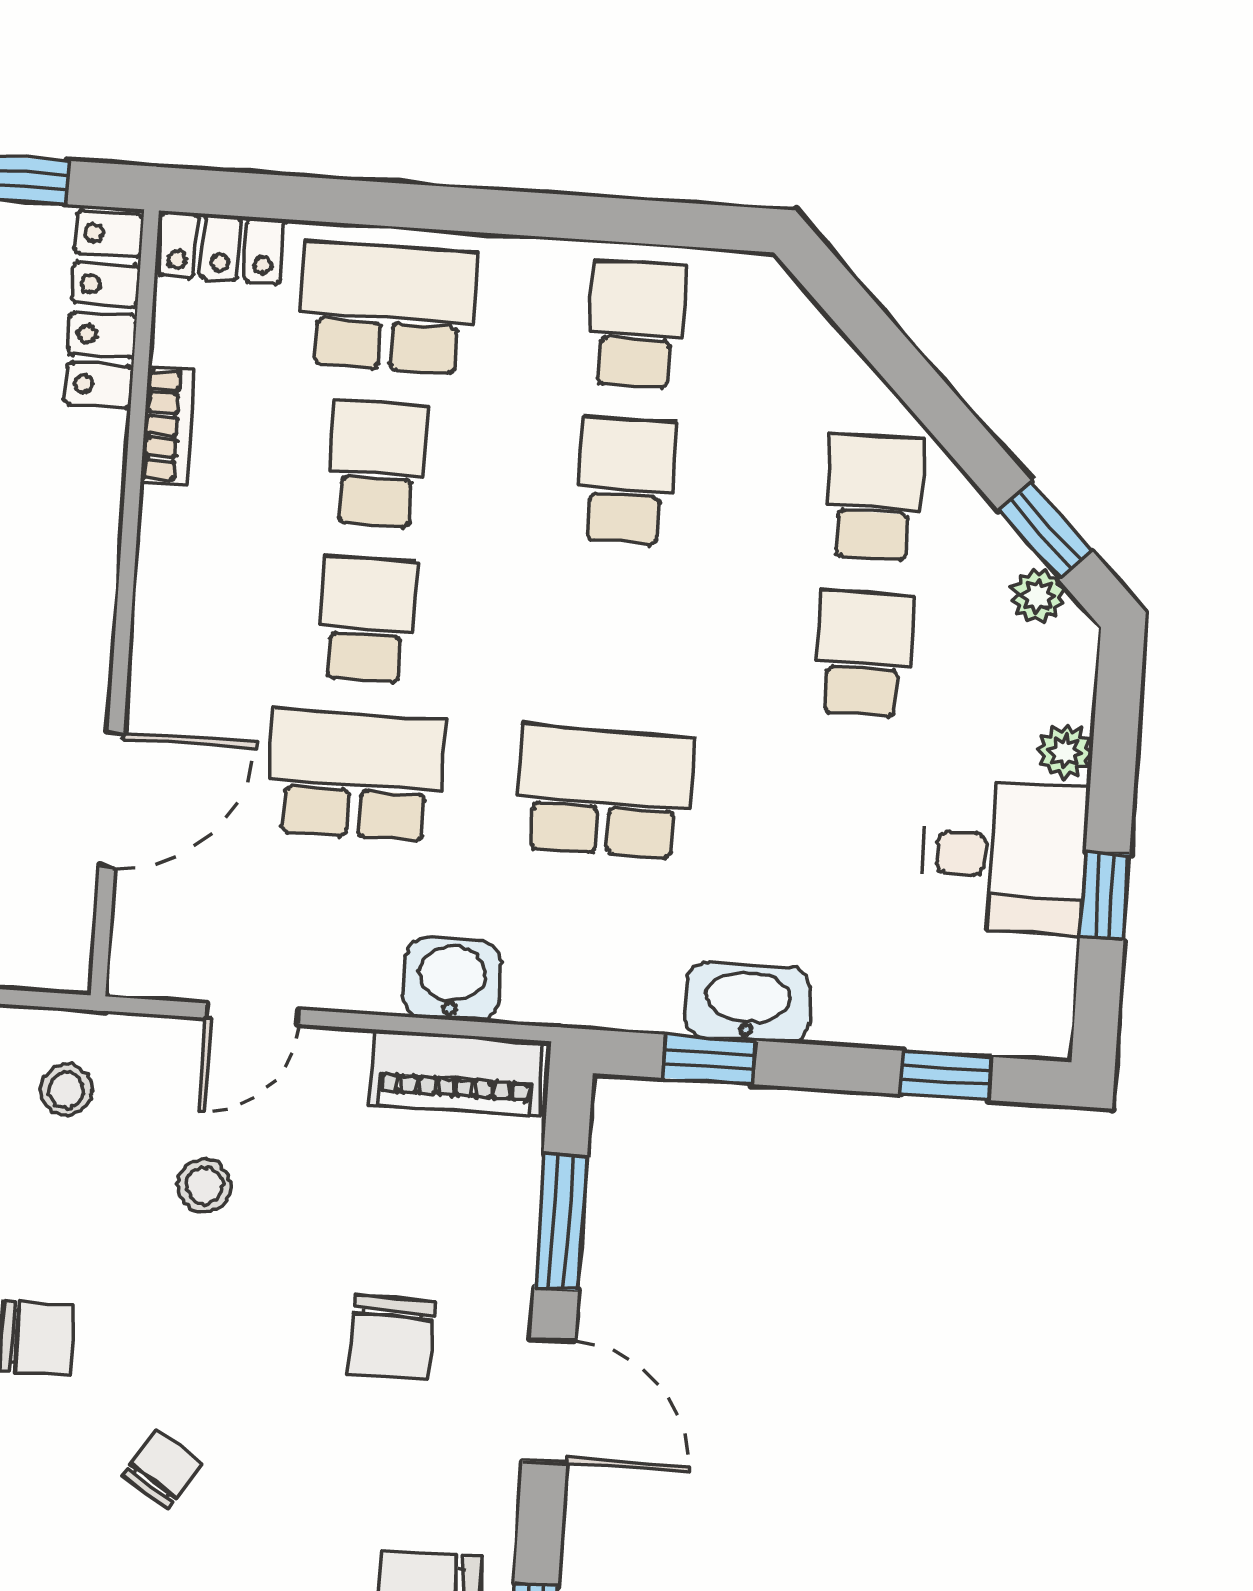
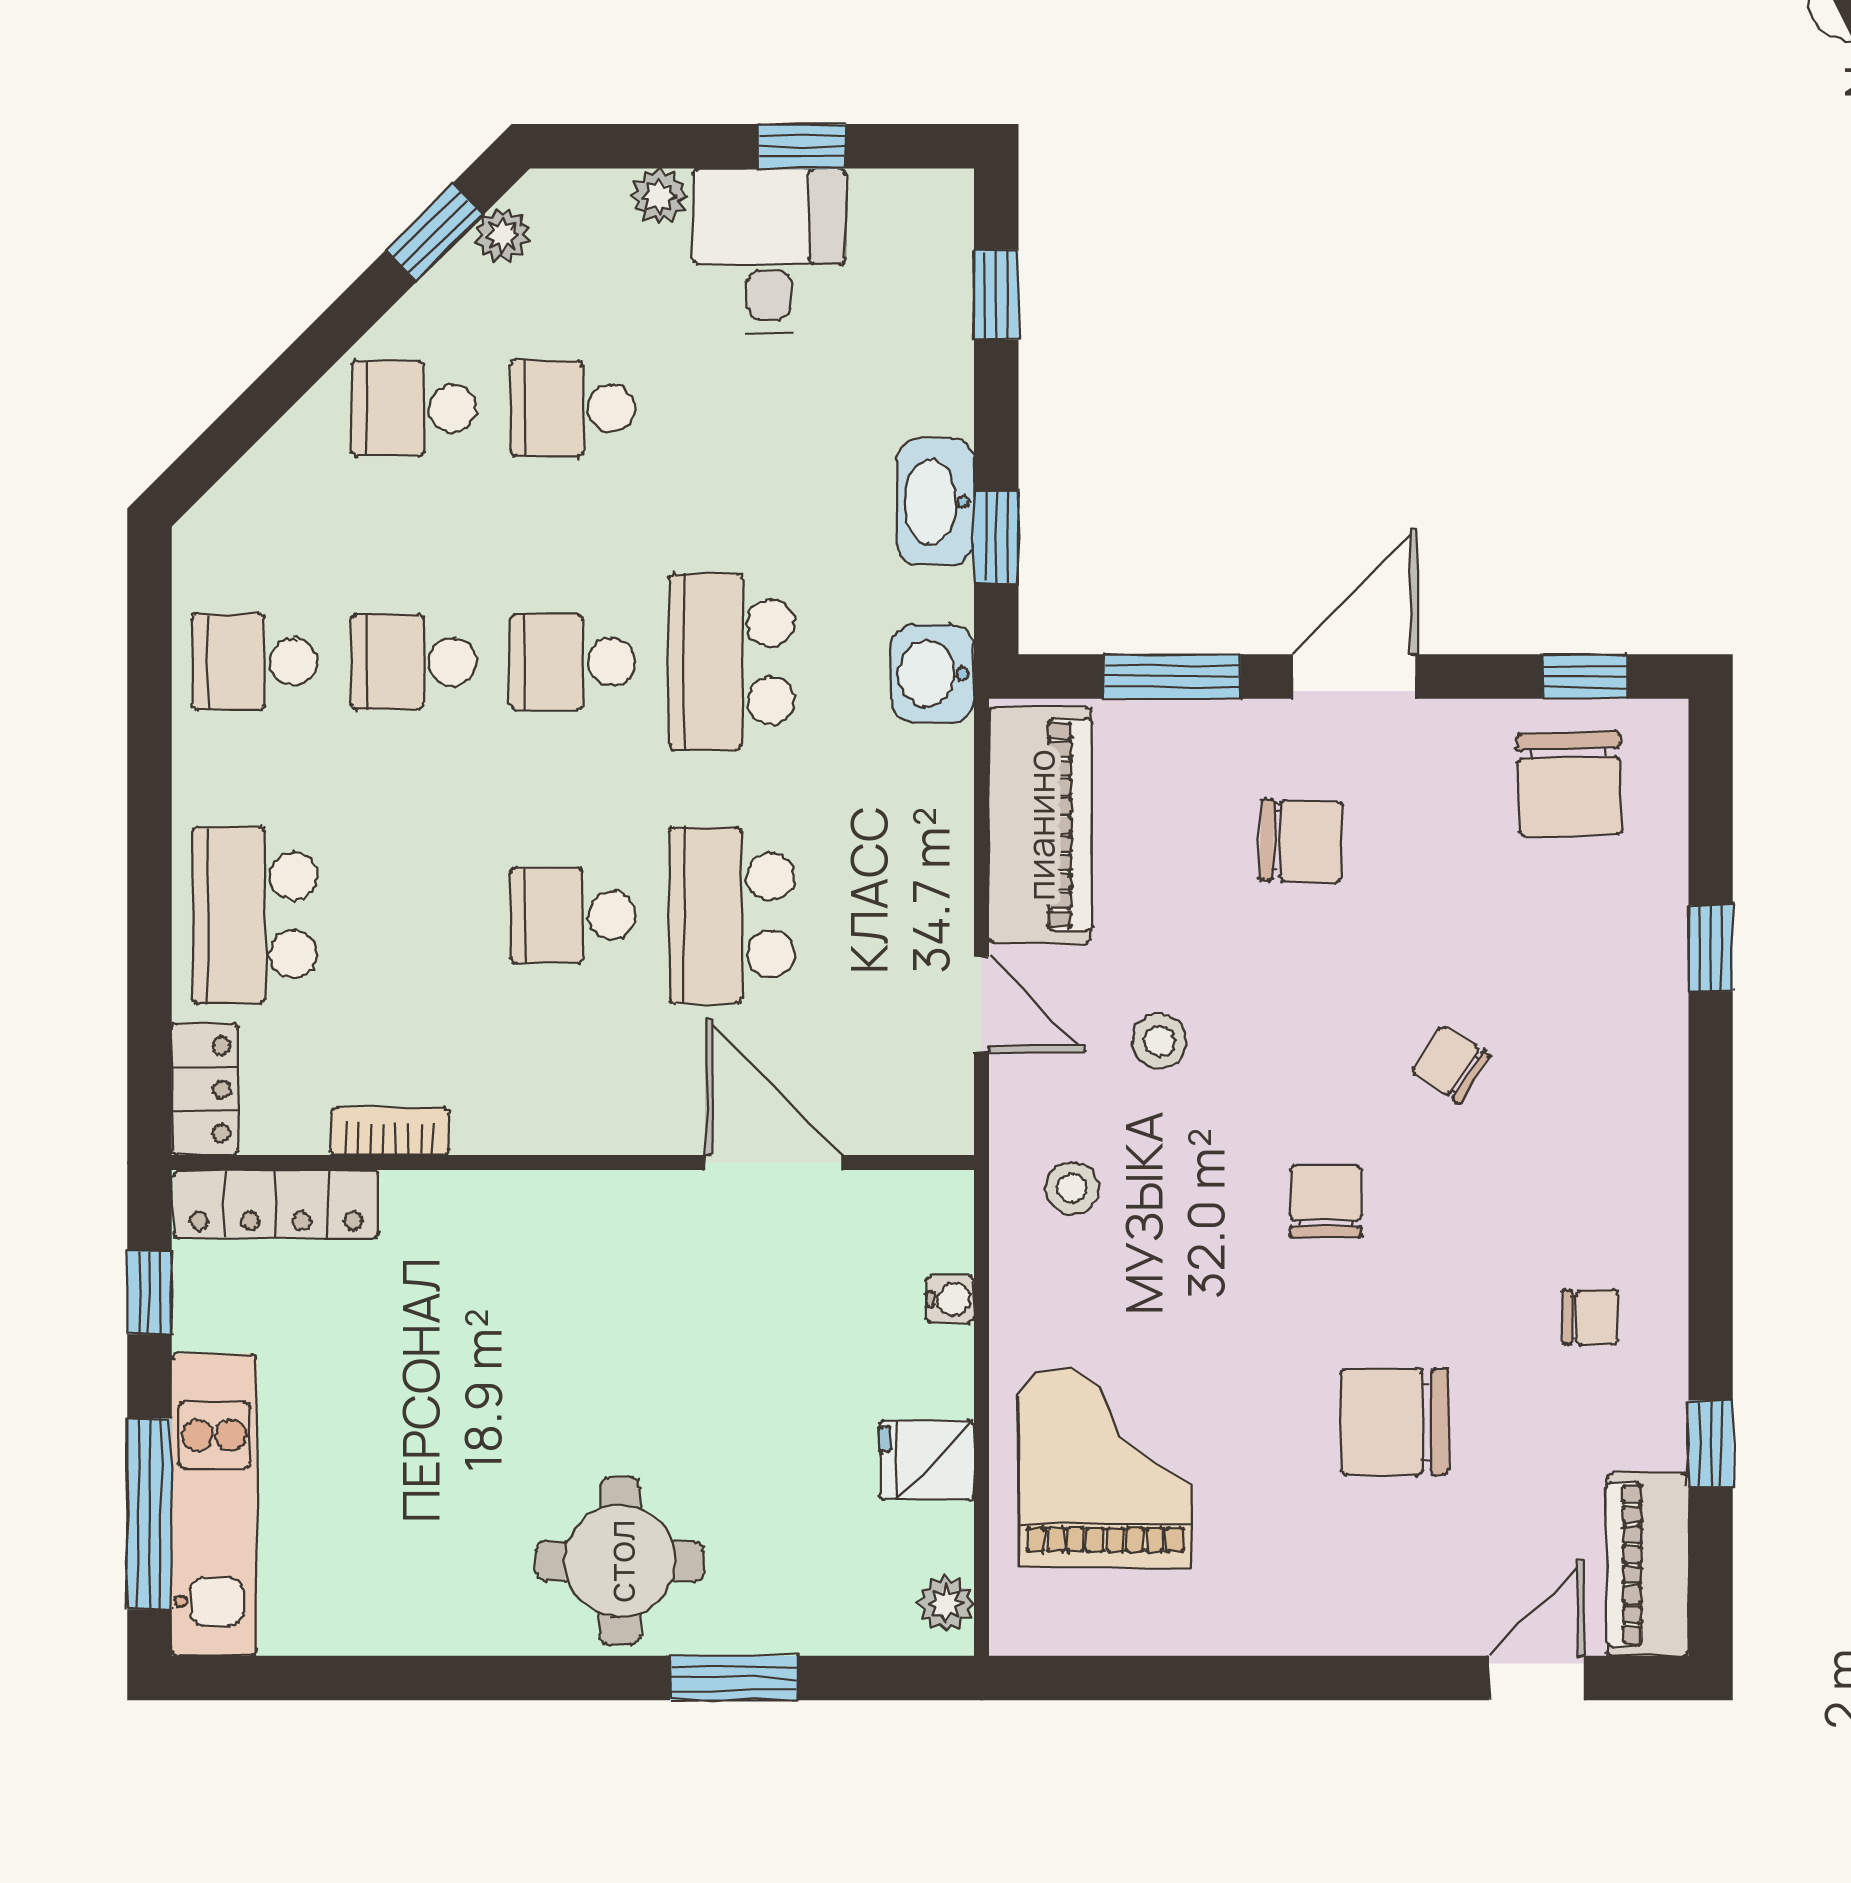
school desk: (377, 464) -> (573, 662), moved
washbasin: (452, 979) -> (932, 674), moved
piano: (456, 1073) -> (1040, 825), width x1.37, depth x1.33

